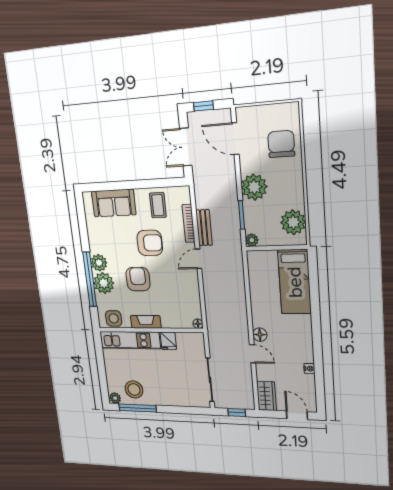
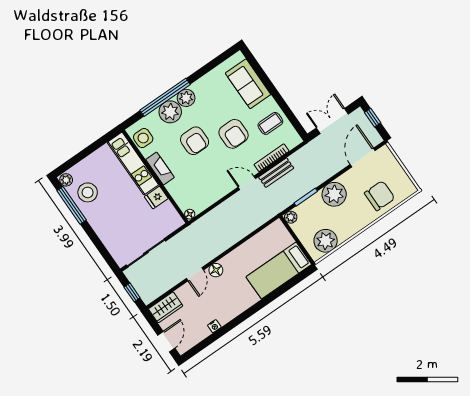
armchair: (138, 279) -> (195, 141), turned 90

